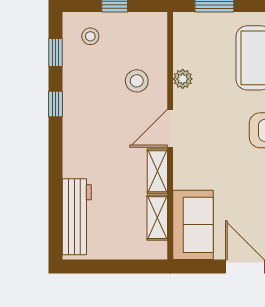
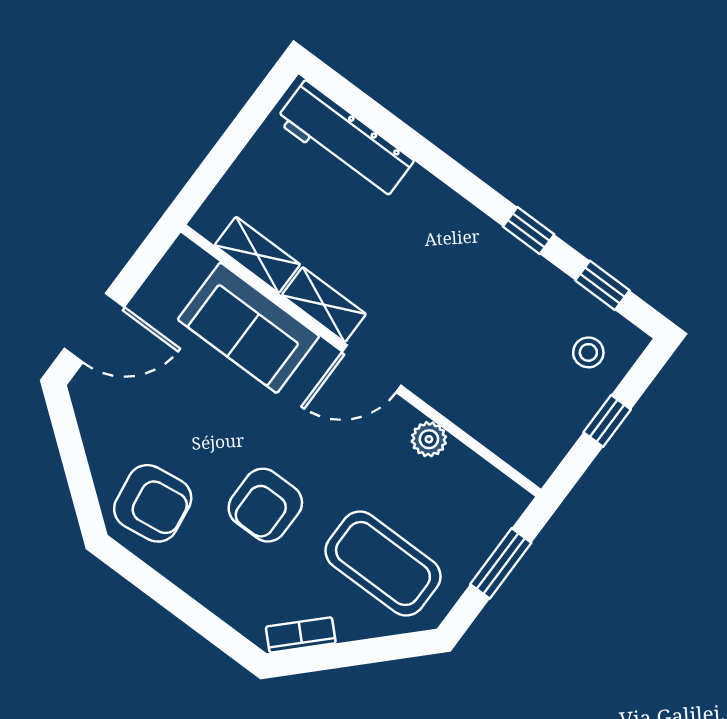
stool: (137, 81) -> (475, 371), removed
door: (170, 128) -> (372, 369), swing flipped
sofa: (193, 225) -> (249, 328), moved

